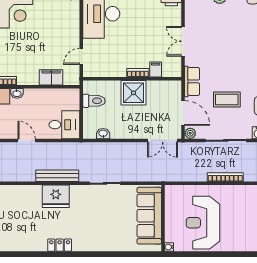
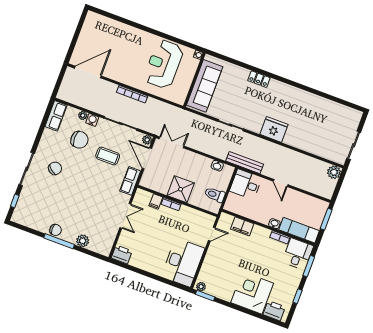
bench: (57, 176) -> (245, 163), moved
reception desk: (203, 223) -> (164, 64), turned 180
locker: (60, 245) -> (259, 79), moved

